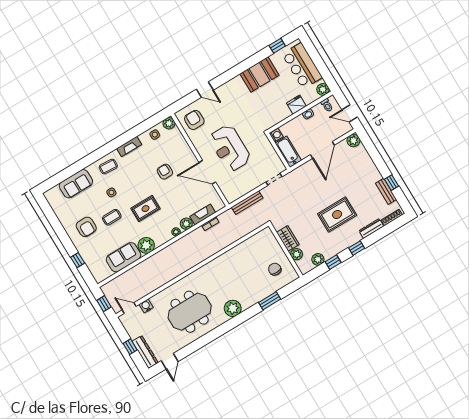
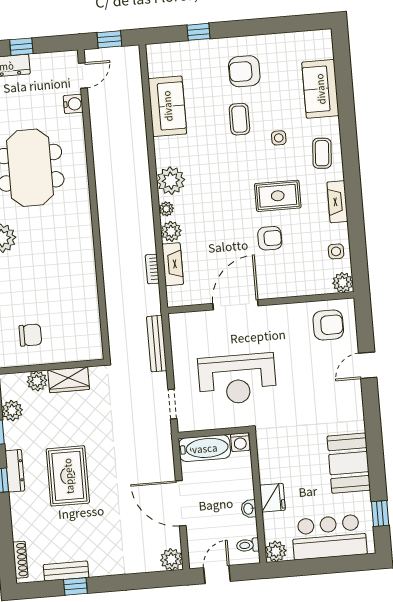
reception desk: (230, 148) -> (237, 379), moved, turned 180
rug: (145, 209) -> (278, 196), moved, turned 90
dresser: (371, 228) -> (15, 471), moved
plant: (146, 245) -> (171, 181), moved

